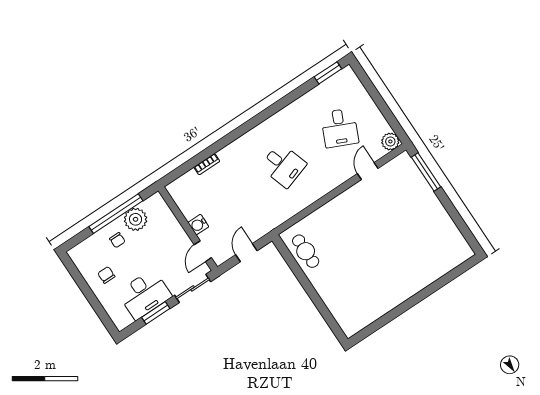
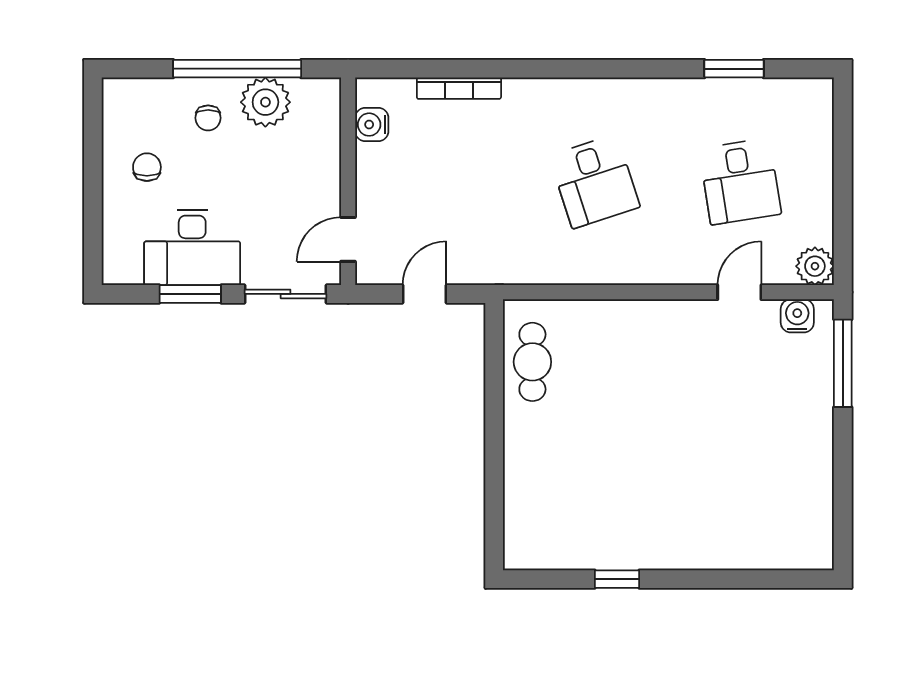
window: (328, 73) -> (734, 69), moved
desk: (340, 128) -> (740, 181), turned -33
bookcase: (207, 164) -> (459, 88), width x1.56
water cooler: (396, 165) -> (797, 316), added
water cooler: (198, 225) -> (372, 125), moved
window: (394, 314) -> (617, 579), added

